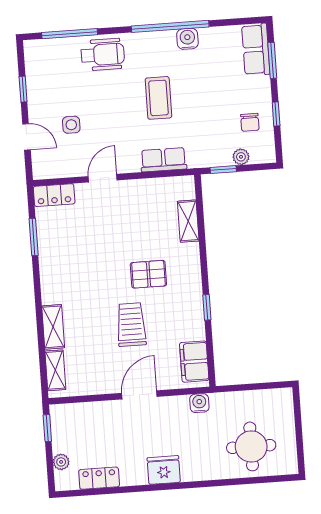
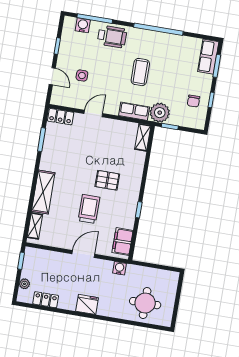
water cooler: (187, 39) -> (83, 25), moved
plant: (241, 157) -> (160, 113), moved, width x1.87, depth x1.87
shelving: (188, 221) -> (143, 137), moved
shelving: (53, 327) -> (43, 192), width x1.50, depth x1.33

